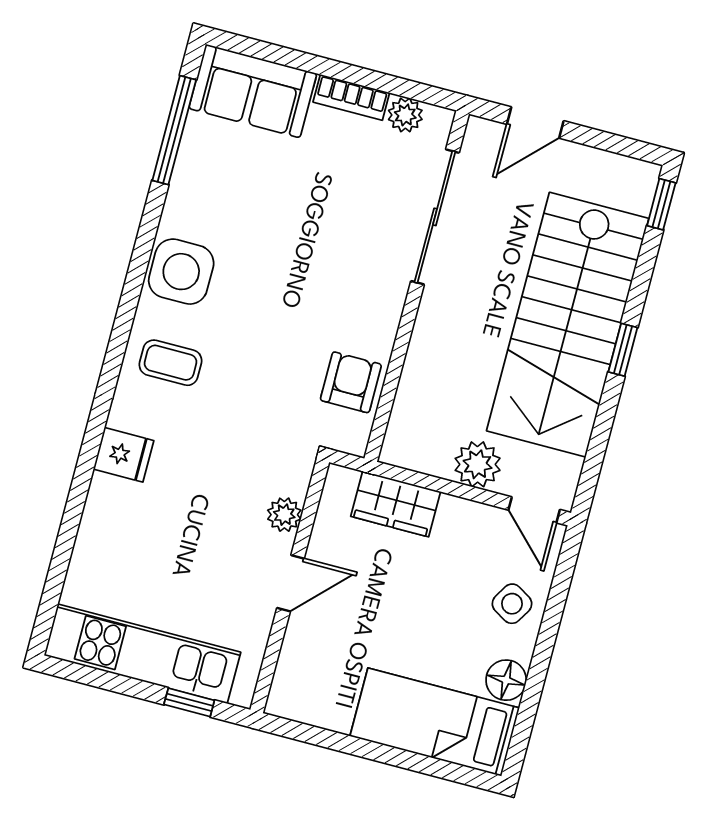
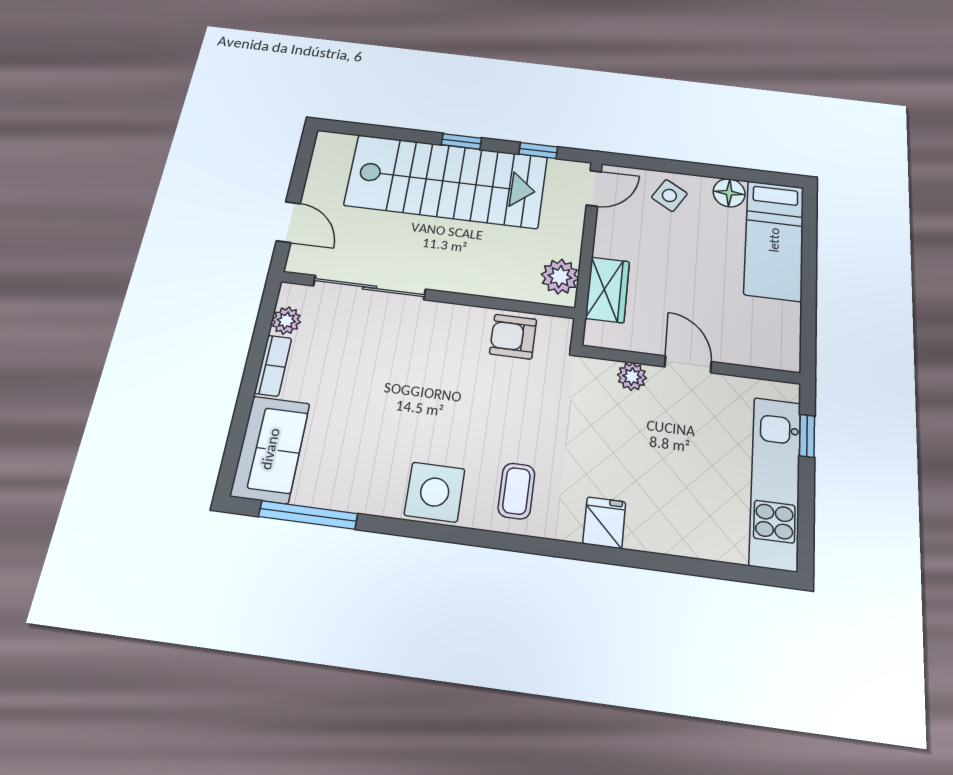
window: (661, 204) -> (538, 150), moved
plant: (478, 464) -> (560, 277), moved

